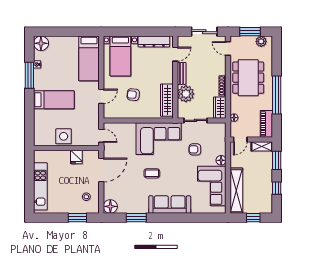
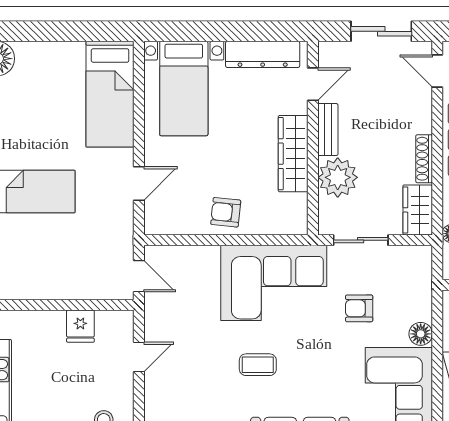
armchair: (133, 95) -> (226, 212), moved
wardrobe: (167, 100) -> (293, 154), moved
side table: (64, 136) -> (50, 278), removed
door: (101, 170) -> (139, 357), width x0.53

